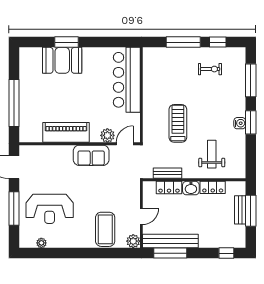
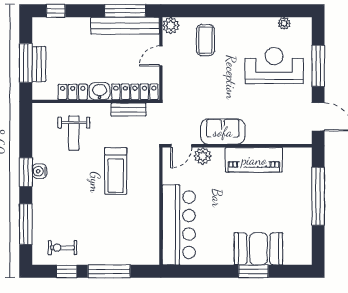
exercise bike: (210, 69) -> (62, 248), moved
locker: (169, 187) -> (135, 92), width x1.53
coffee table: (105, 229) -> (205, 40), width x0.73, depth x0.76

